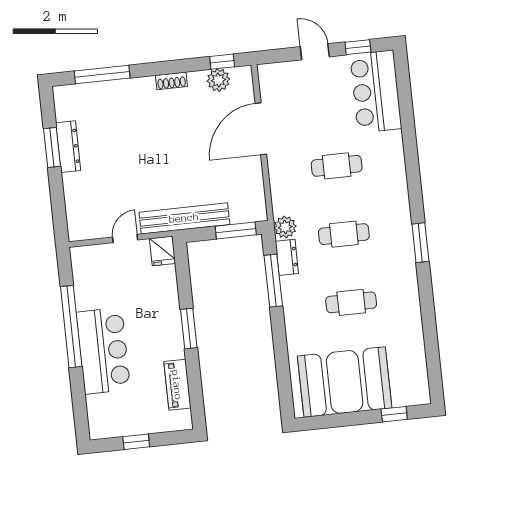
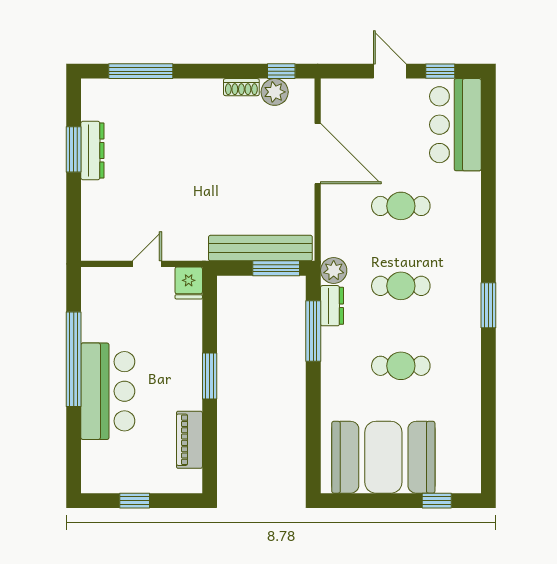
shoe rack: (171, 81) -> (241, 87), moved
door: (261, 129) -> (318, 154), swing flipped
bench: (184, 218) -> (260, 248), moved

